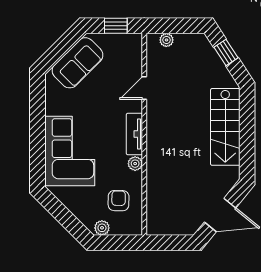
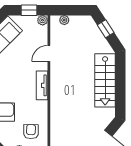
plant: (135, 164) -> (43, 20), moved

